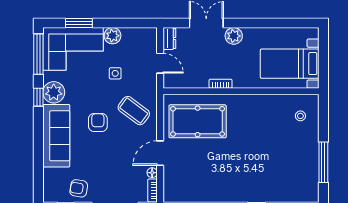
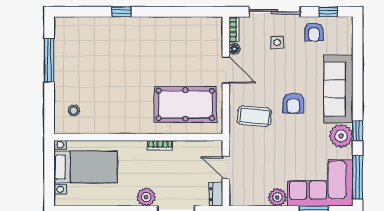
side table: (115, 73) -> (277, 42), moved
coffee table: (134, 111) -> (254, 116), turned -32
door: (160, 153) -> (226, 70), hinge flipped
armchair: (79, 188) -> (314, 32), turned 81

